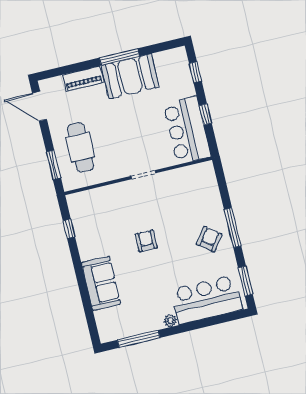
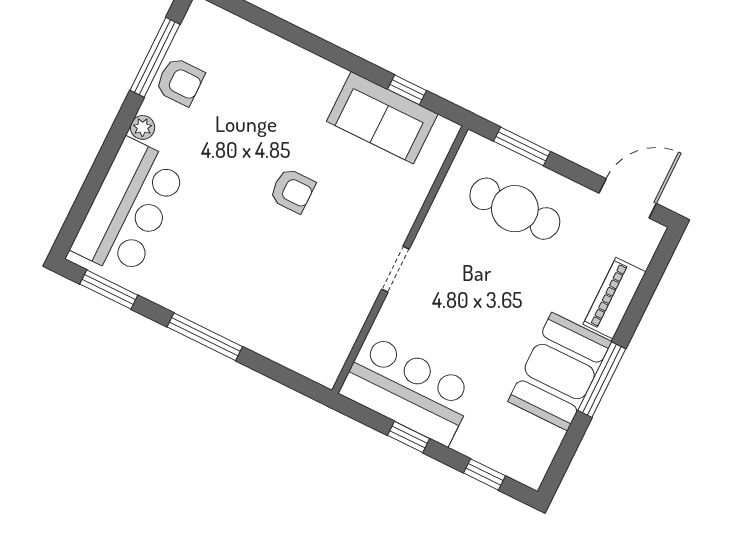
armchair: (209, 239) -> (180, 82), moved, turned -37
sofa: (101, 283) -> (382, 118), moved

